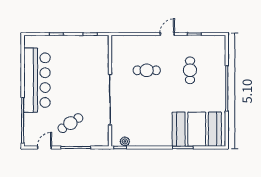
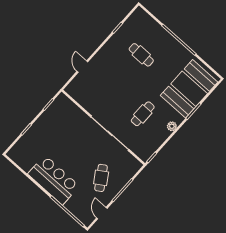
door: (167, 34) -> (82, 67), moved
cafe table: (147, 70) -> (143, 114), moved
bar counter: (37, 80) -> (54, 180), width x0.73
plant: (125, 141) -> (172, 126), moved

